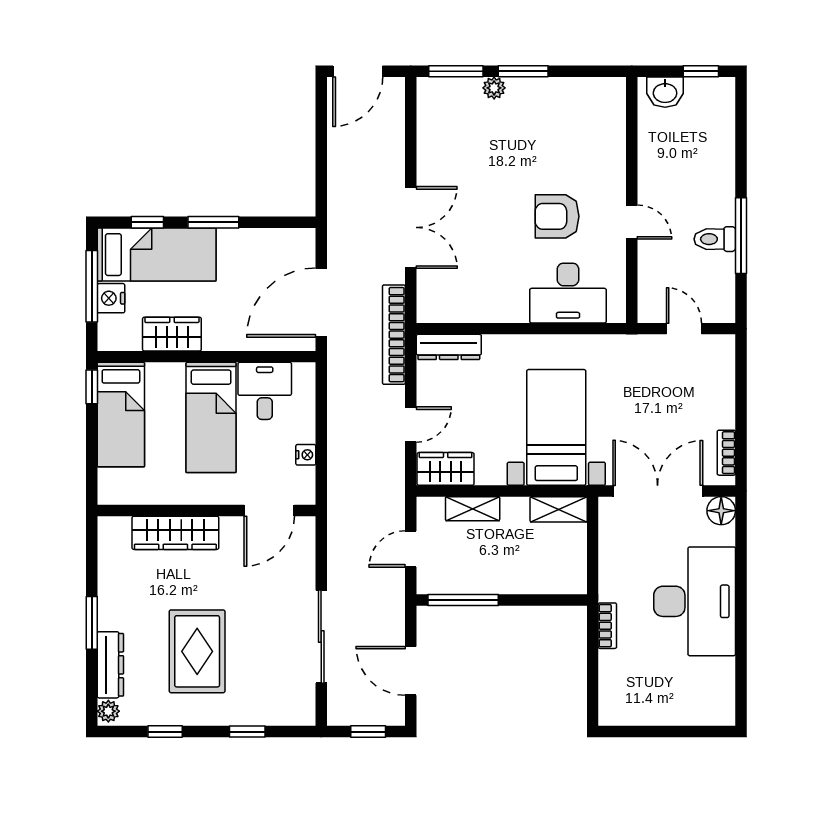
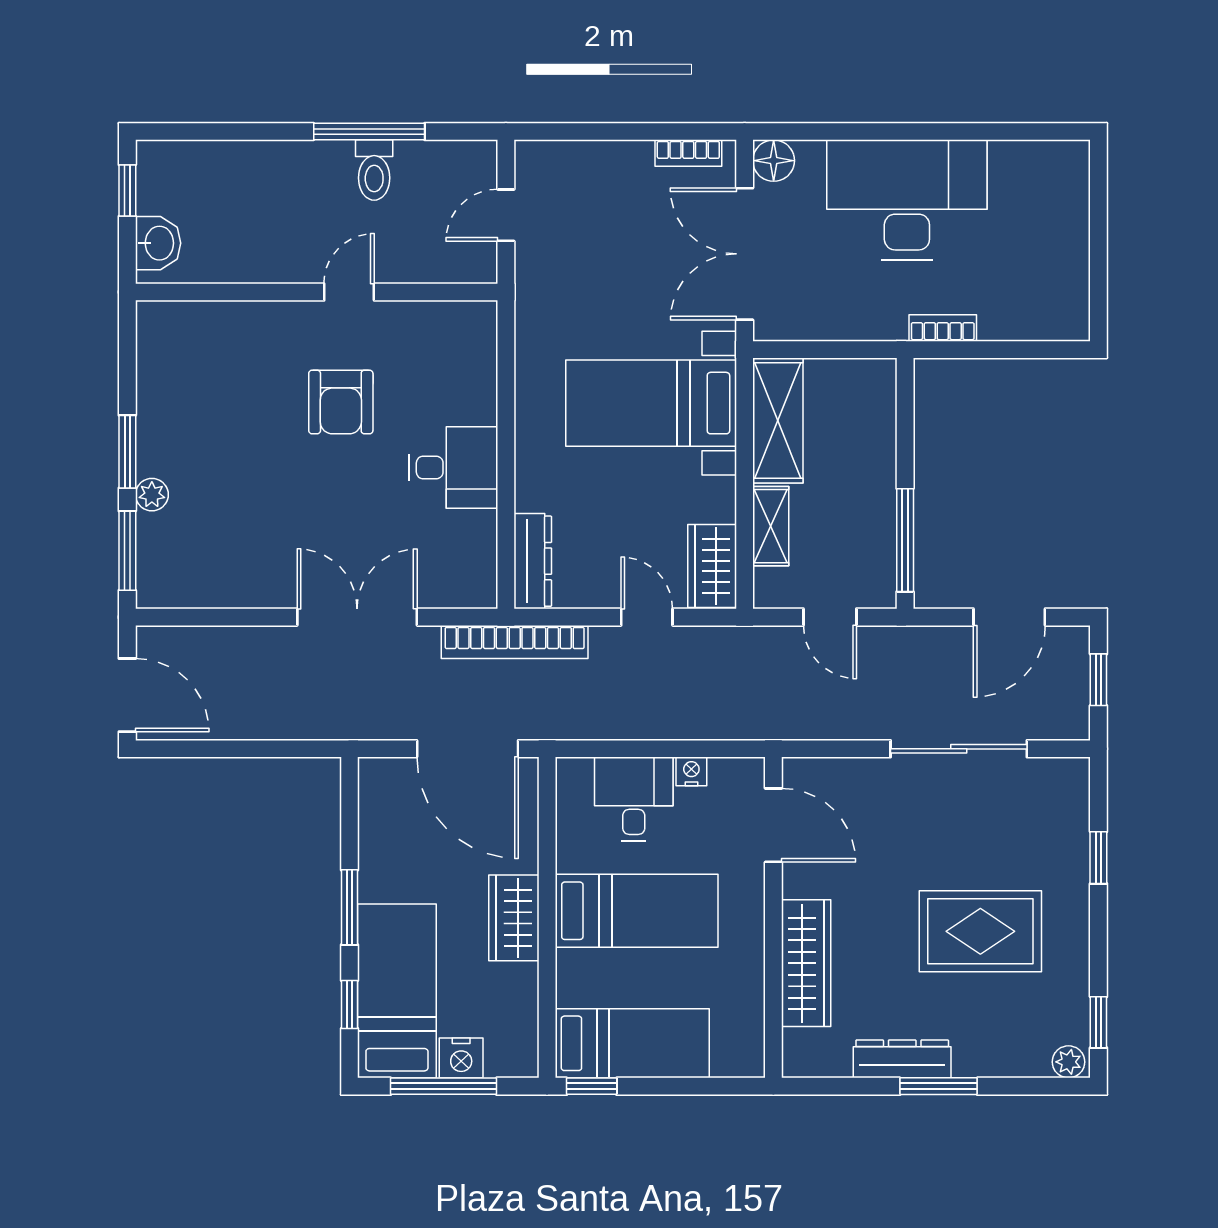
desk: (568, 293) -> (454, 468), moved, width x0.73
wardrobe: (172, 334) -> (514, 918), moved
desk: (265, 391) -> (634, 799), moved, turned 90
shelving: (559, 509) -> (778, 420), width x1.50, depth x1.33
dresser: (110, 665) -> (902, 1059), moved
window: (165, 732) -> (1098, 1022), moved

